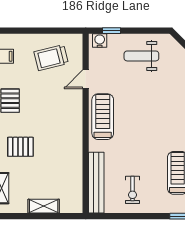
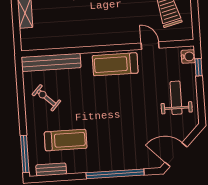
treadmill: (103, 117) -> (115, 64), turned 180
exercise bike: (133, 190) -> (46, 98), turned 43

